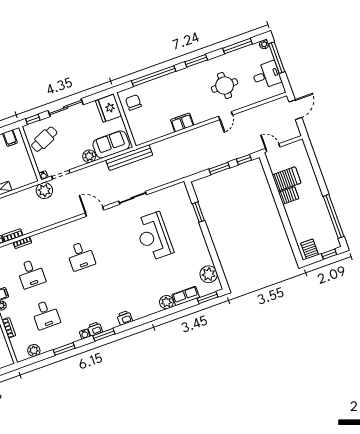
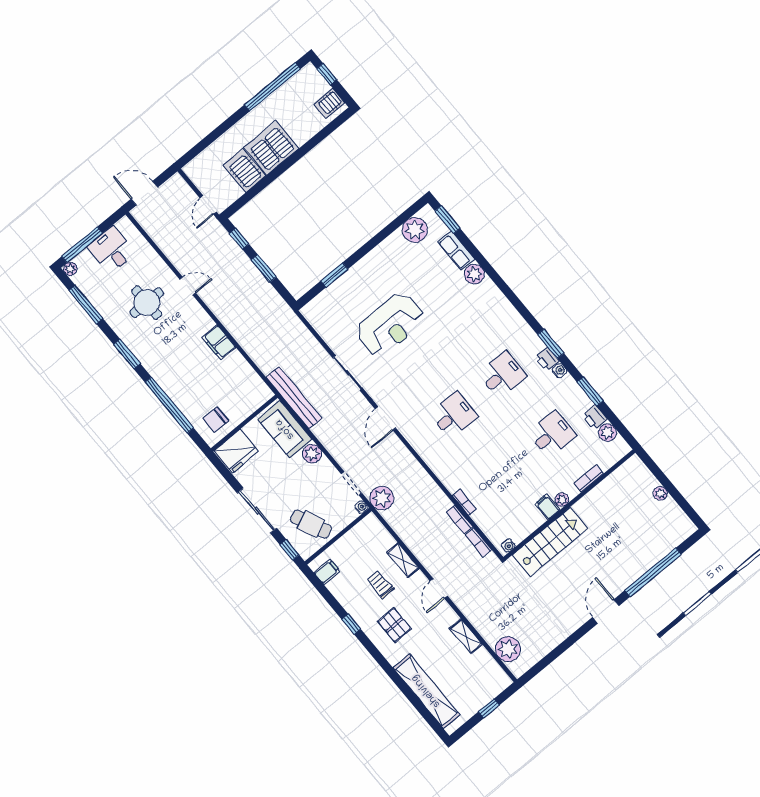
server rack: (289, 195) -> (271, 148), width x2.18, depth x1.44
desk: (31, 274) -> (503, 375), moved
printer: (125, 318) -> (595, 417), moved

